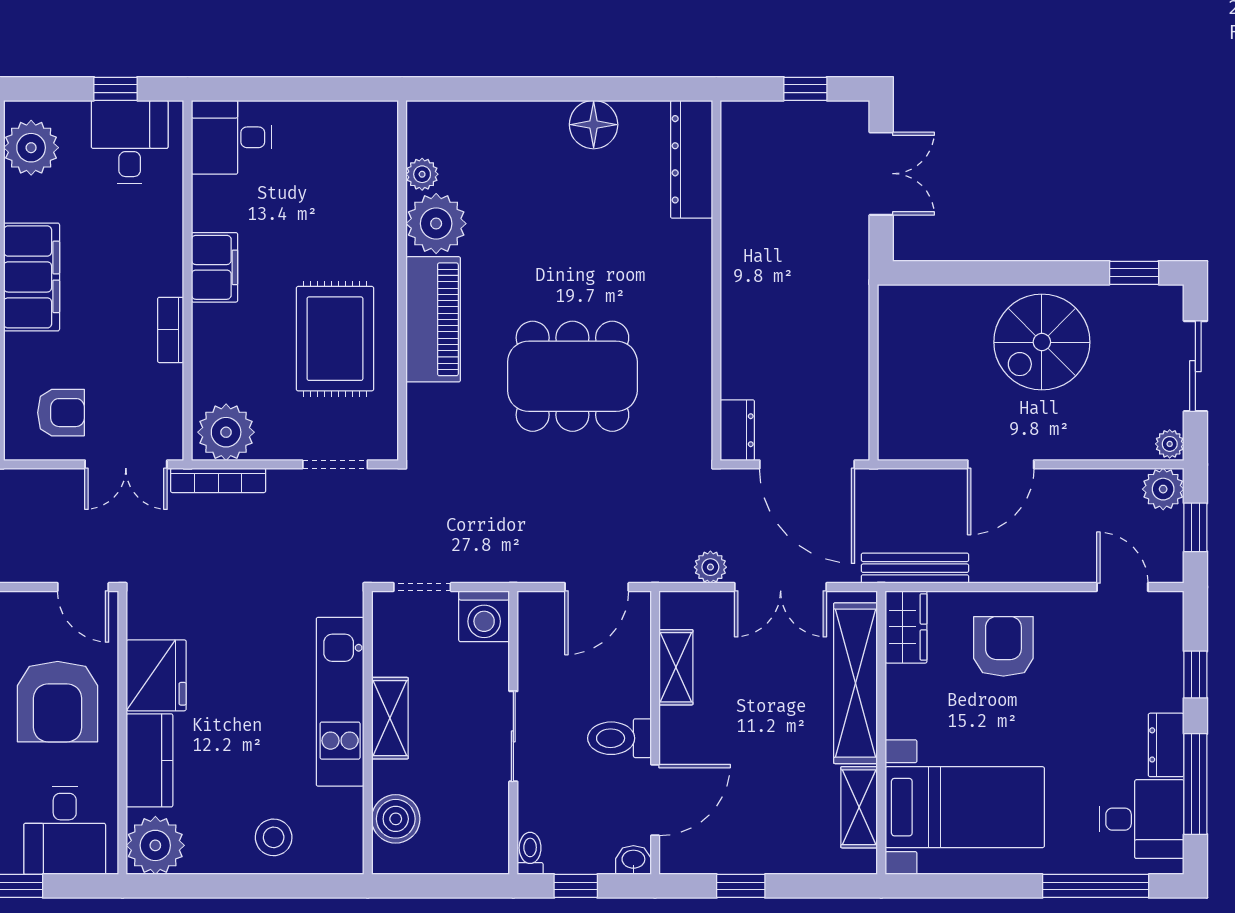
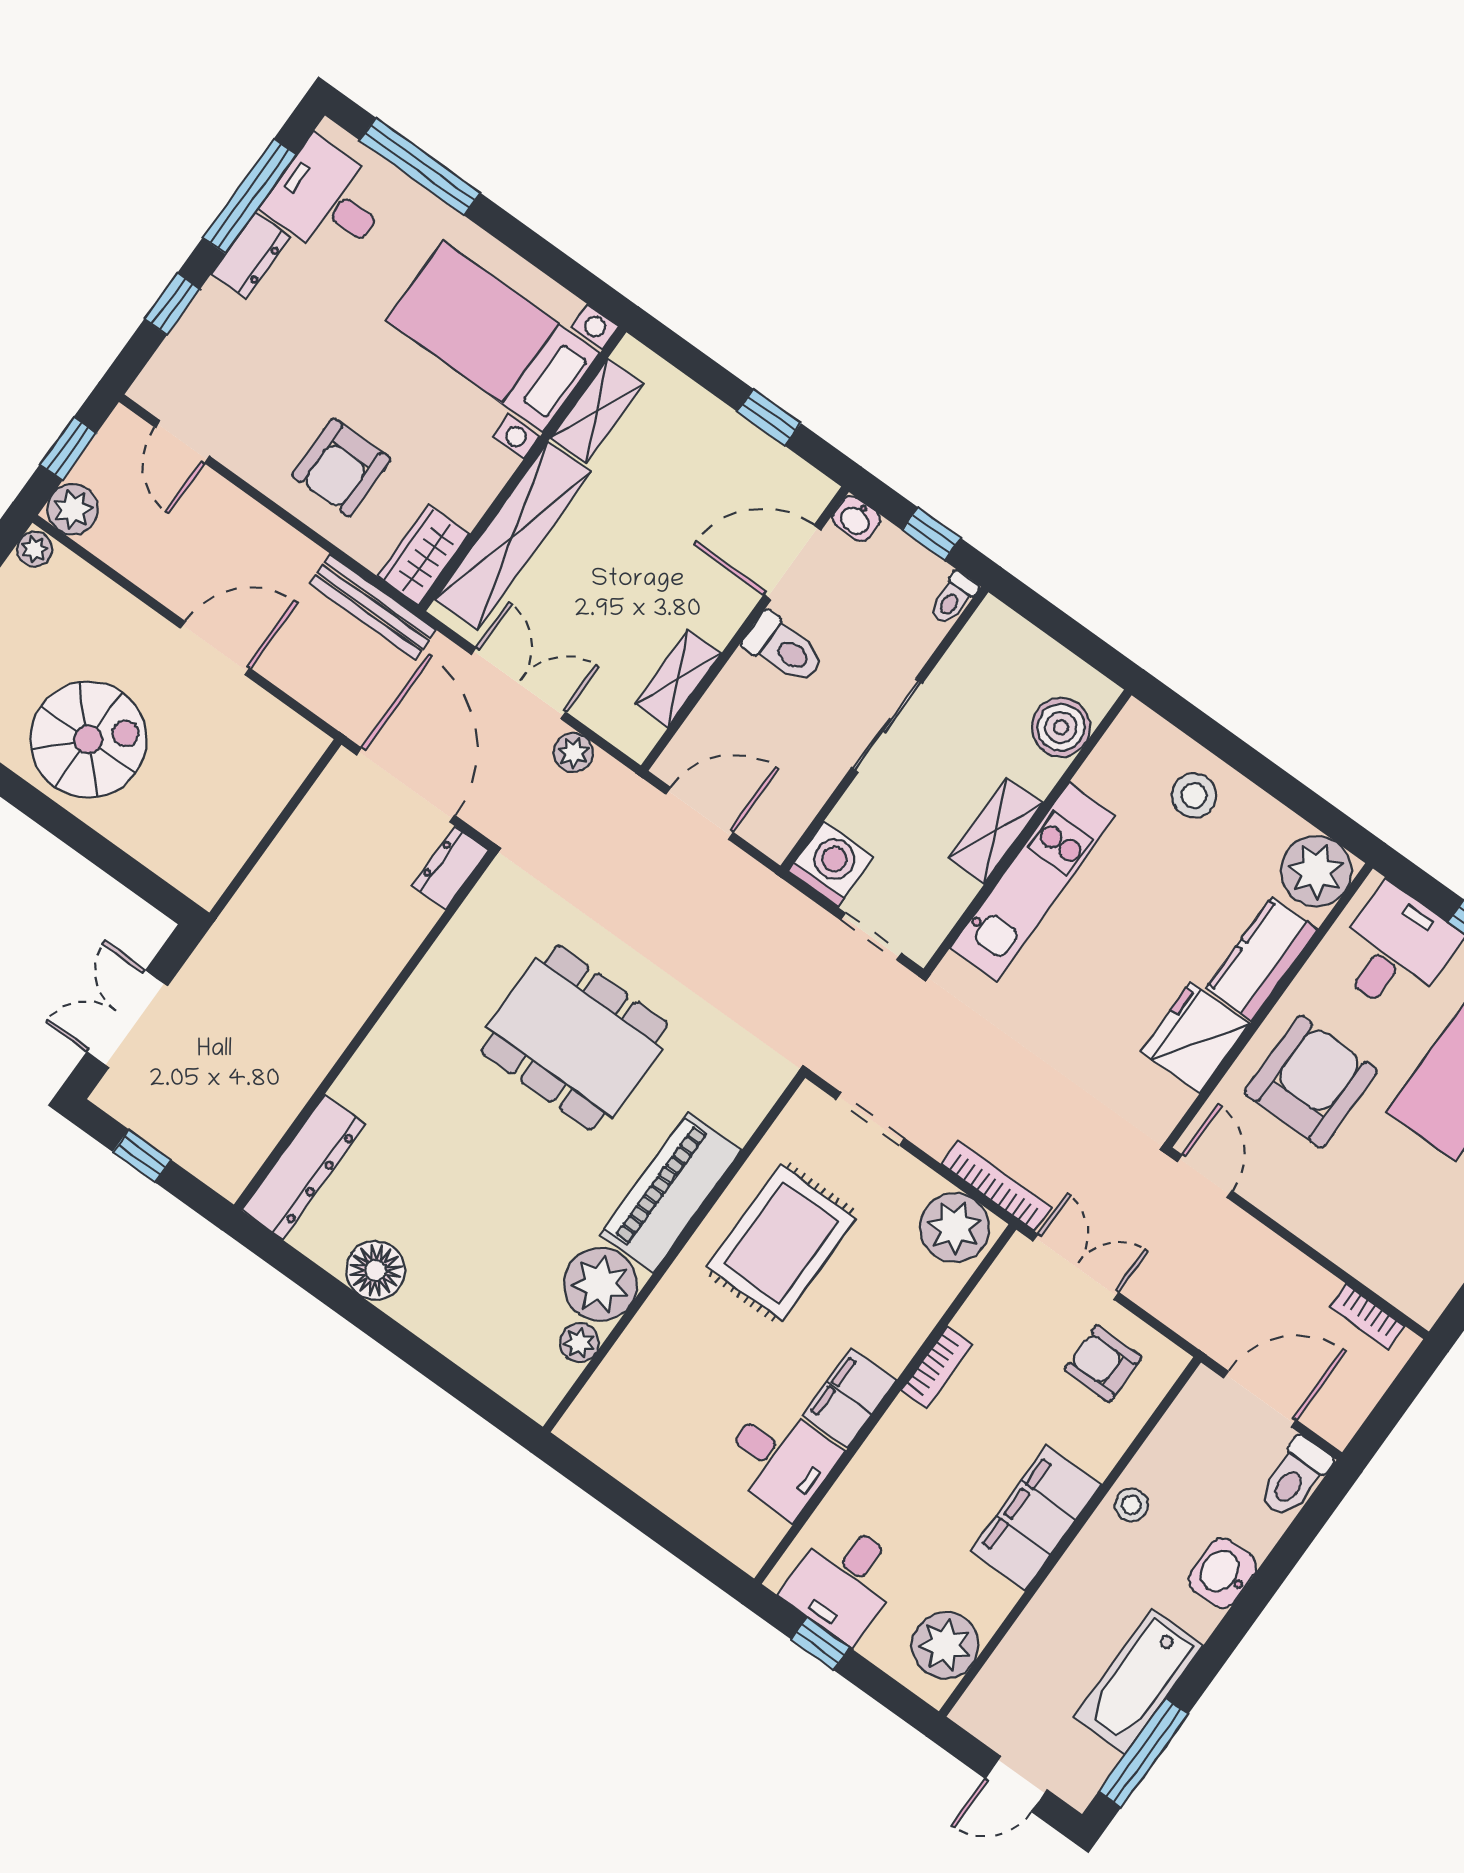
desk: (231, 137) -> (780, 1460), moved

